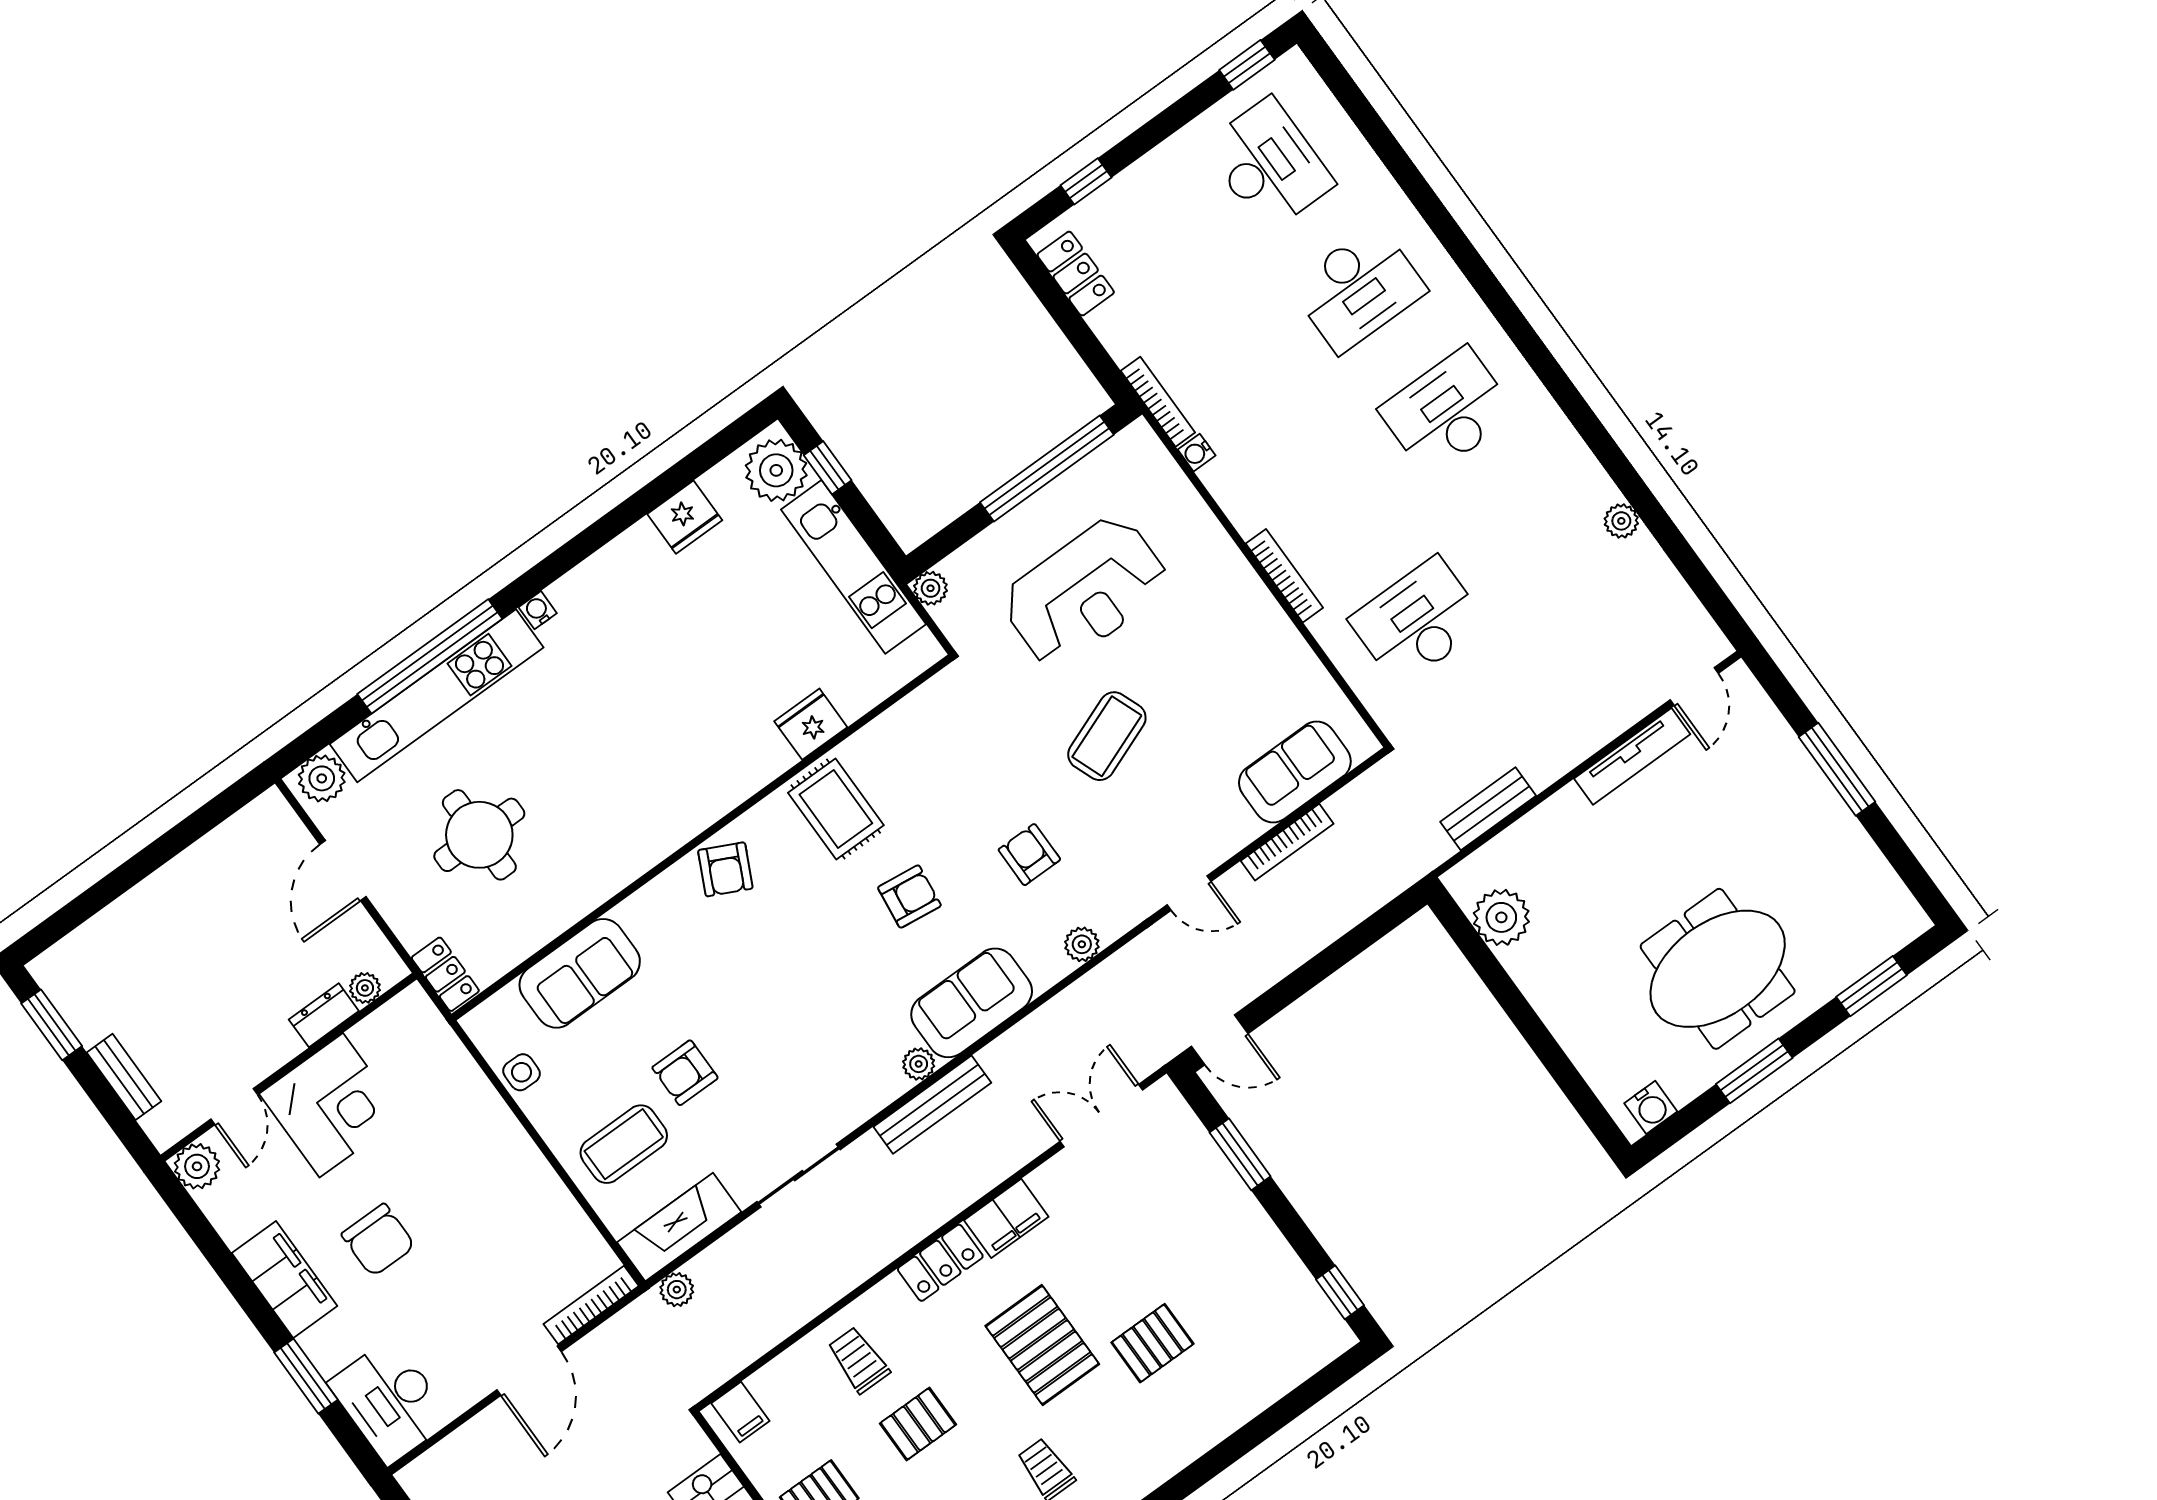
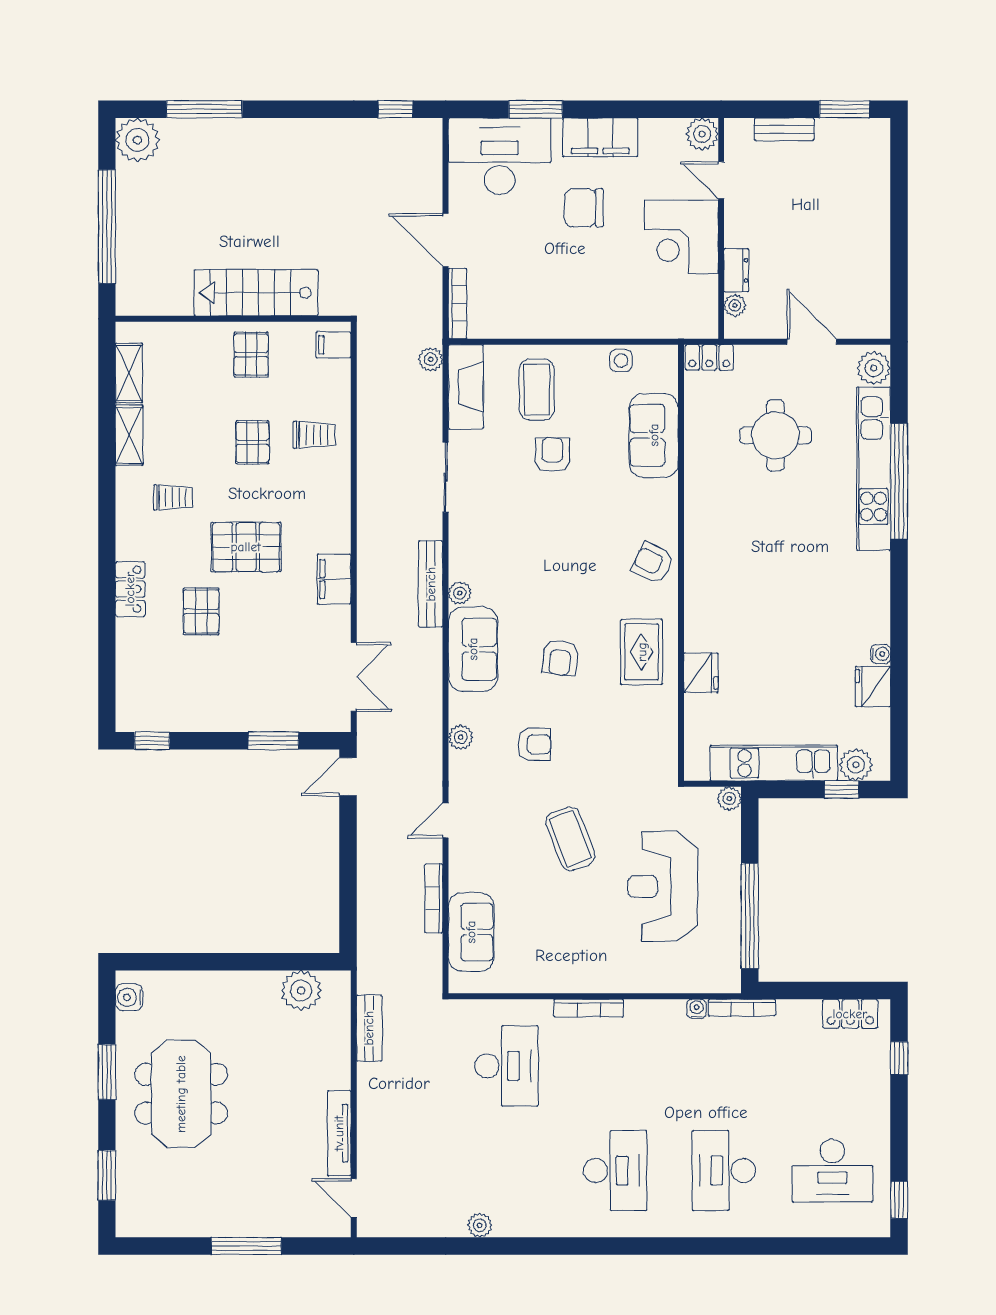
plant: (776, 470) -> (856, 765), width x0.73, depth x0.73
water cooler: (538, 610) -> (881, 654), moved
rug: (836, 809) -> (642, 652), turned 90
locker: (940, 1263) -> (130, 589), moved, turned 180
desk: (390, 1401) -> (500, 156), width x1.36, depth x1.30

